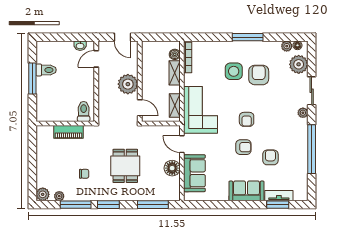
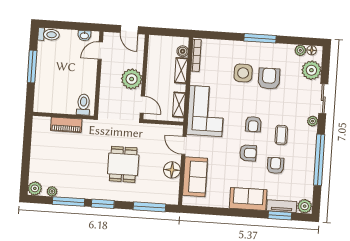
toilet: (46, 70) -> (49, 35), moved
coffee table: (274, 128) -> (281, 135), added
chair: (84, 174) -> (80, 170), removed
plant: (301, 194) -> (305, 206), added

